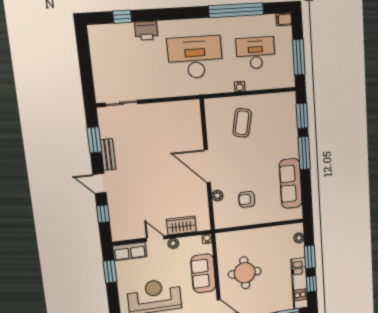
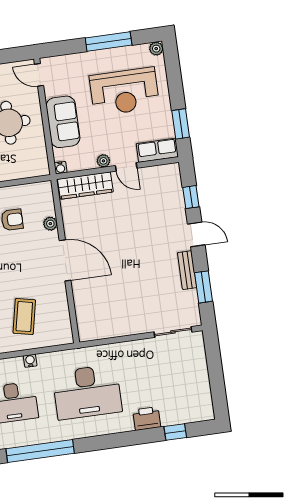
wardrobe: (181, 225) -> (85, 186), width x1.50

